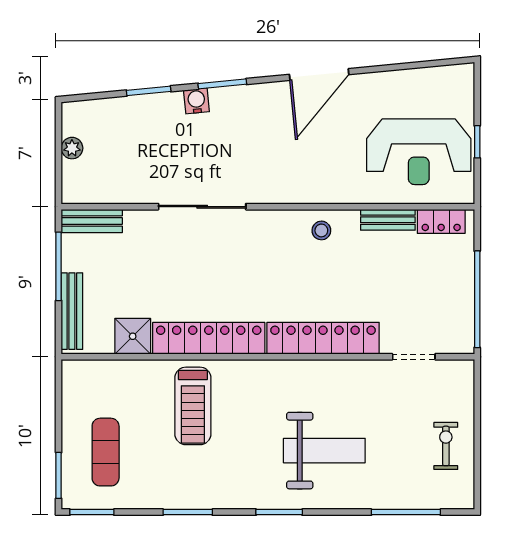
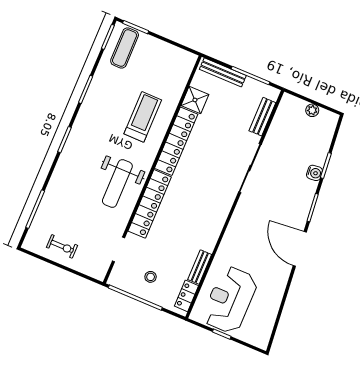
door: (319, 75) -> (300, 249), moved
water cooler: (196, 101) -> (314, 173), moved
bench: (92, 221) -> (262, 117), moved
stool: (321, 230) -> (151, 277), moved
treadmill: (193, 406) -> (143, 117), turned 90
weight bench: (324, 451) -> (117, 184), moved
exercise mat: (106, 452) -> (125, 48), moved, turned 90

